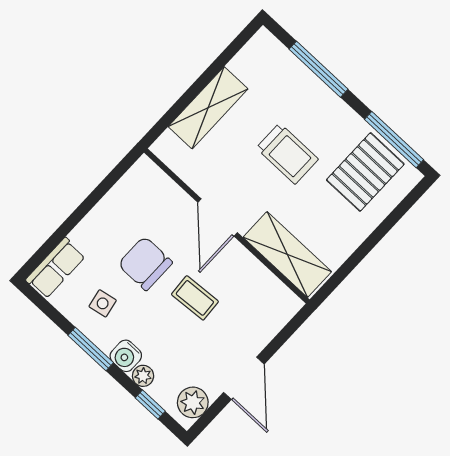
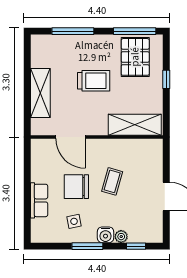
door: (218, 218) -> (71, 137), moved
window: (378, 235) -> (166, 79), added
row of seats: (56, 268) -> (39, 200), moved
coffee table: (195, 298) -> (112, 181), turned -70
plant: (193, 402) -> (154, 228), removed

